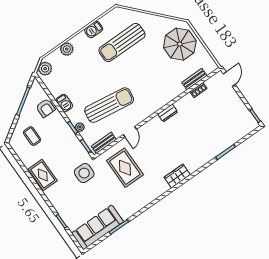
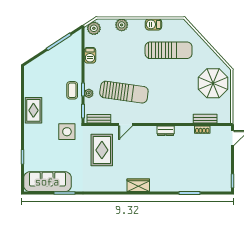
sun lounger: (122, 43) -> (169, 50), turned 180
barbecue: (64, 103) -> (90, 55), moved
armchair: (46, 108) -> (72, 59), removed
coffee table: (32, 136) -> (72, 90), moved

